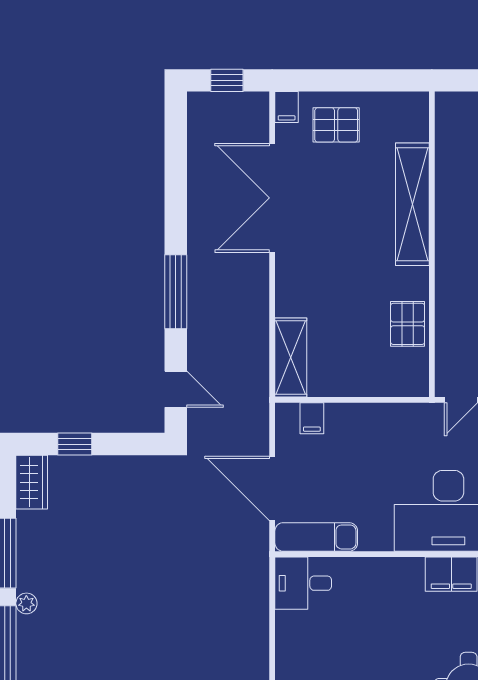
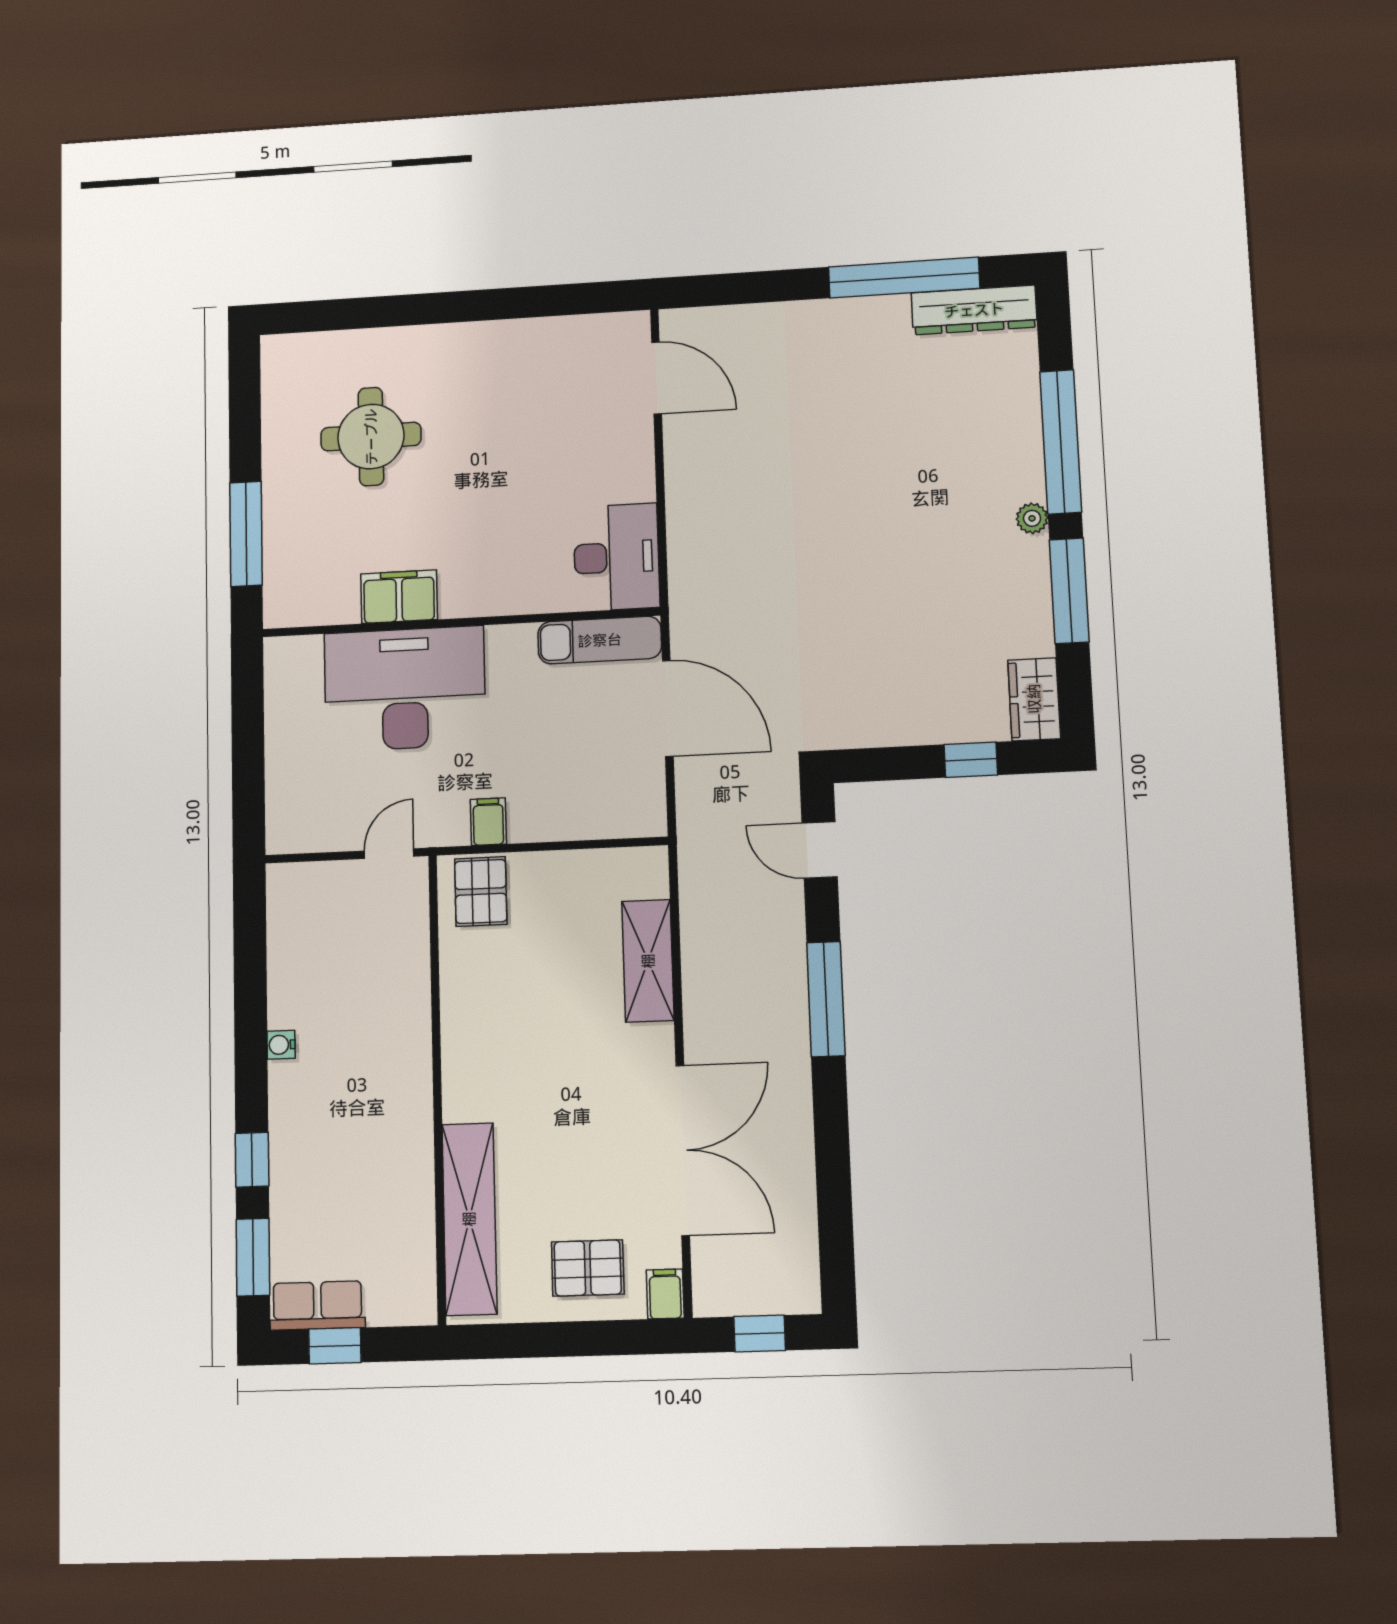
shelving: (412, 204) -> (469, 1219), moved
pallet: (408, 324) -> (481, 891), moved
shelving: (291, 357) -> (648, 961), moved
filing cabinet: (312, 418) -> (488, 822), moved
desk: (303, 583) -> (616, 557), width x1.37

